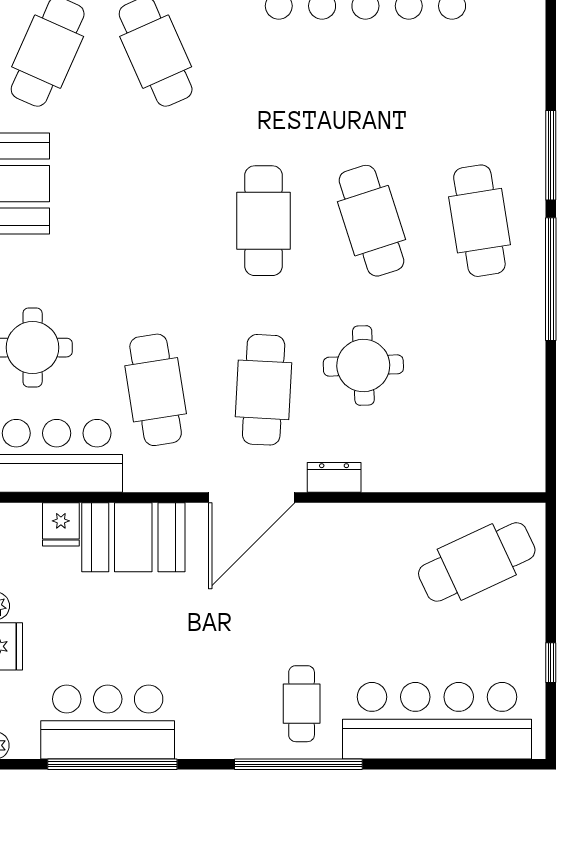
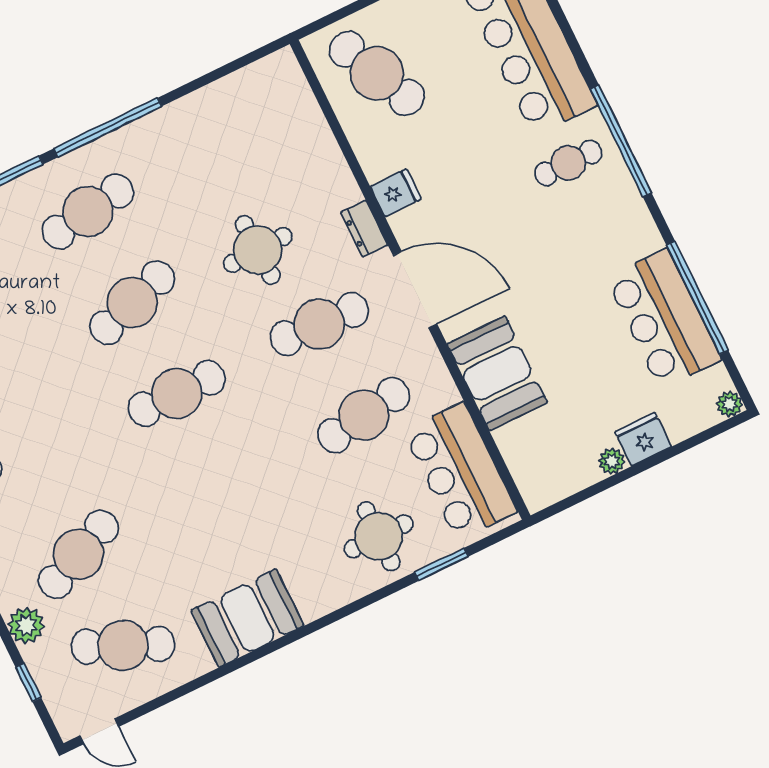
fridge: (61, 524) -> (396, 193), moved

